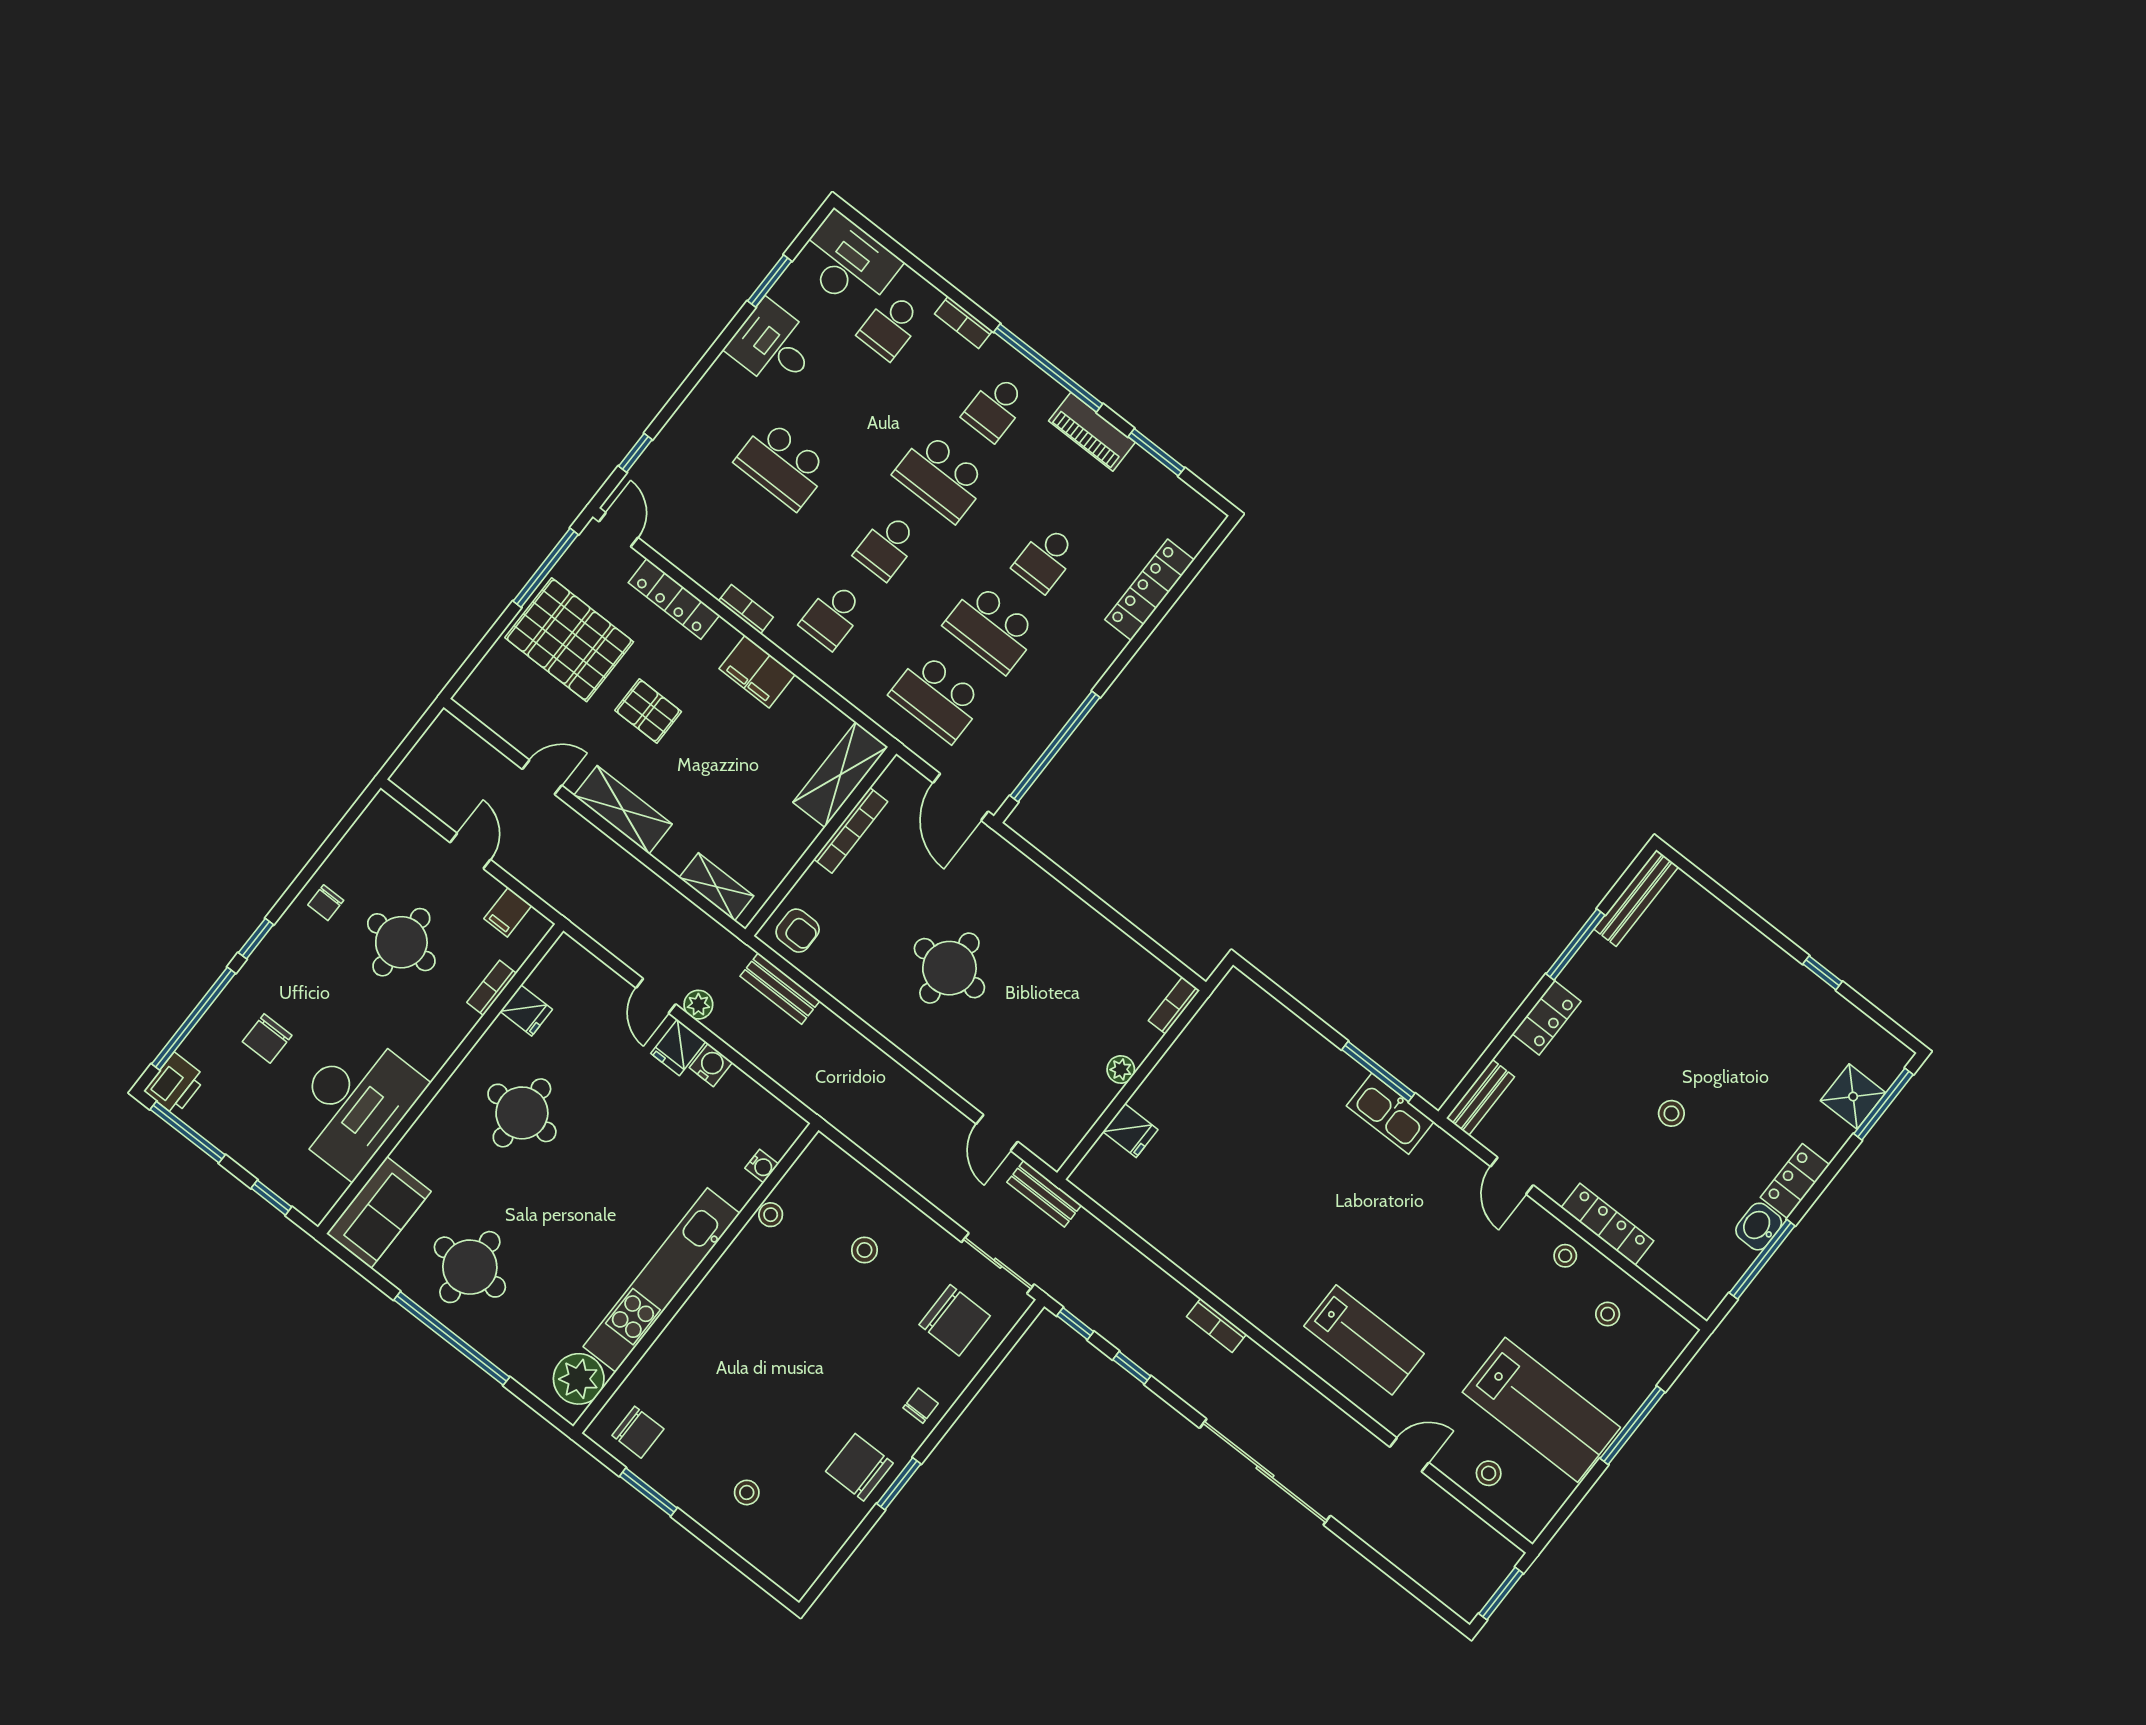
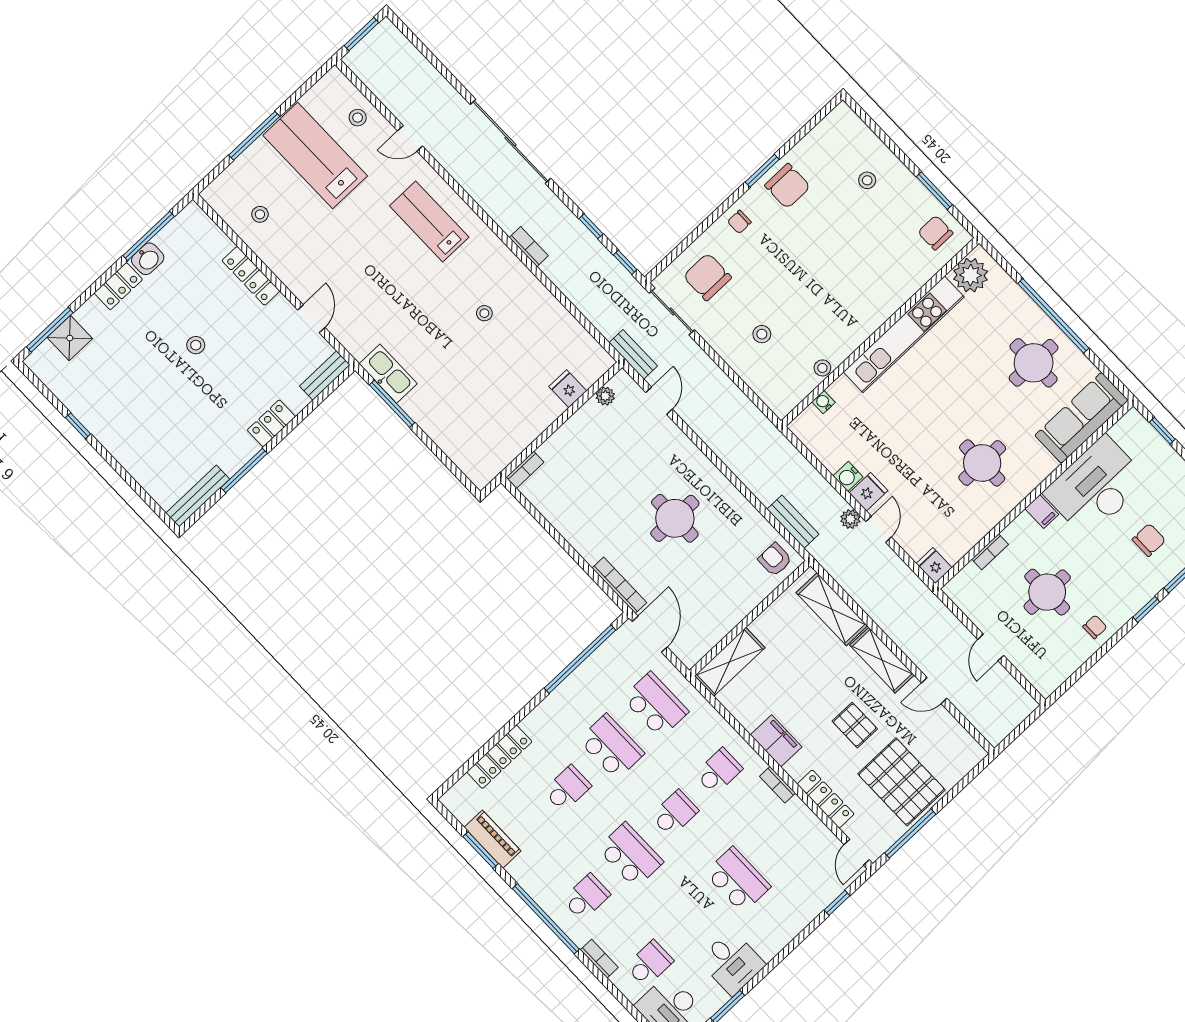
piano: (1092, 432) -> (493, 839), moved
bookcase: (851, 830) -> (619, 585), moved, turned 90
shelving: (716, 887) -> (832, 609), width x1.50, depth x1.33
filing cabinet: (508, 912) -> (1042, 512), moved, turned 90
fridge: (526, 1010) -> (934, 566), moved
plant: (1121, 1069) -> (605, 396), moved
sofa: (379, 1213) -> (1081, 418), width x1.36
stool: (1565, 1256) -> (484, 313), moved

